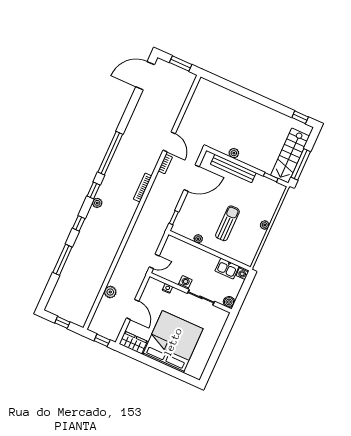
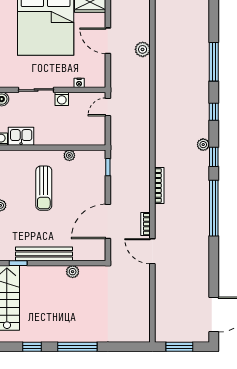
window: (255, 97) -> (77, 347), added
window: (300, 117) -> (32, 347), moved
bench: (233, 169) -> (44, 254), moved

